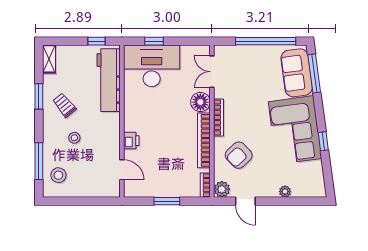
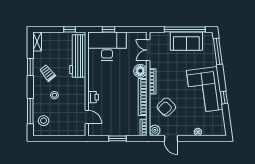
sofa: (297, 73) -> (186, 41), moved, turned -82

